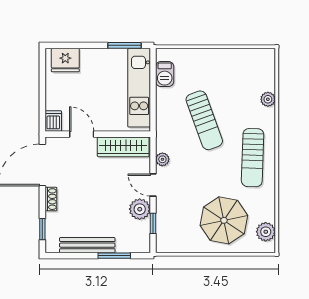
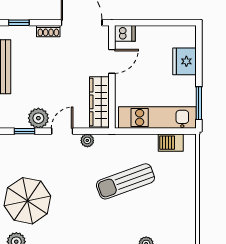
fridge: (65, 60) -> (185, 61), moved
sun lounger: (253, 158) -> (89, 229), removed

